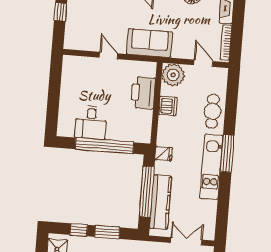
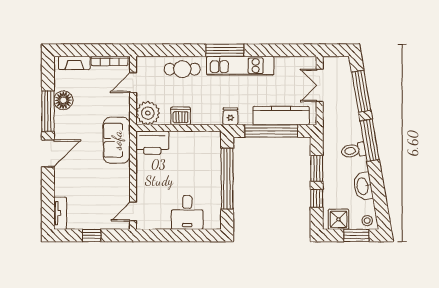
door: (109, 56) -> (133, 212), moved
printer: (143, 93) -> (152, 143), moved
desk: (91, 122) -> (187, 212), moved, turned 90

